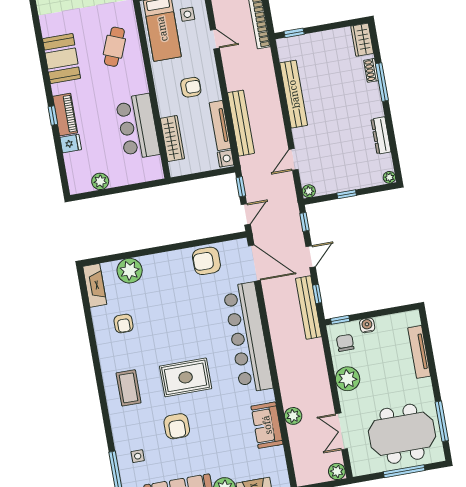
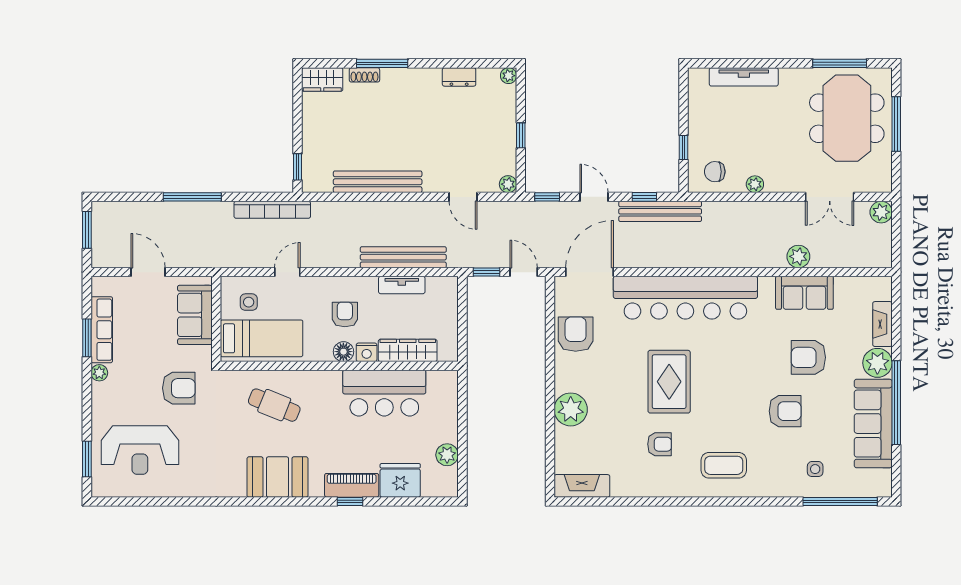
floor lamp: (163, 91) -> (343, 352), added
tv unit: (220, 126) -> (402, 285), width x0.71
dresser: (381, 135) -> (459, 77), width x0.70
fridge: (71, 144) -> (400, 480), width x1.88, depth x1.34
nightstand: (226, 159) -> (367, 352), moved, turned 180
armchair: (206, 261) -> (576, 334), turned 180
plant: (130, 271) -> (571, 409), moved
window: (340, 320) -> (683, 147), moved
armchair: (124, 323) -> (660, 444), moved
water cooler: (367, 325) -> (697, 139), removed
rug: (186, 377) -> (669, 382), moved
plant: (348, 379) -> (755, 184), width x0.53, depth x0.53
armchair: (220, 437) -> (808, 357), added

